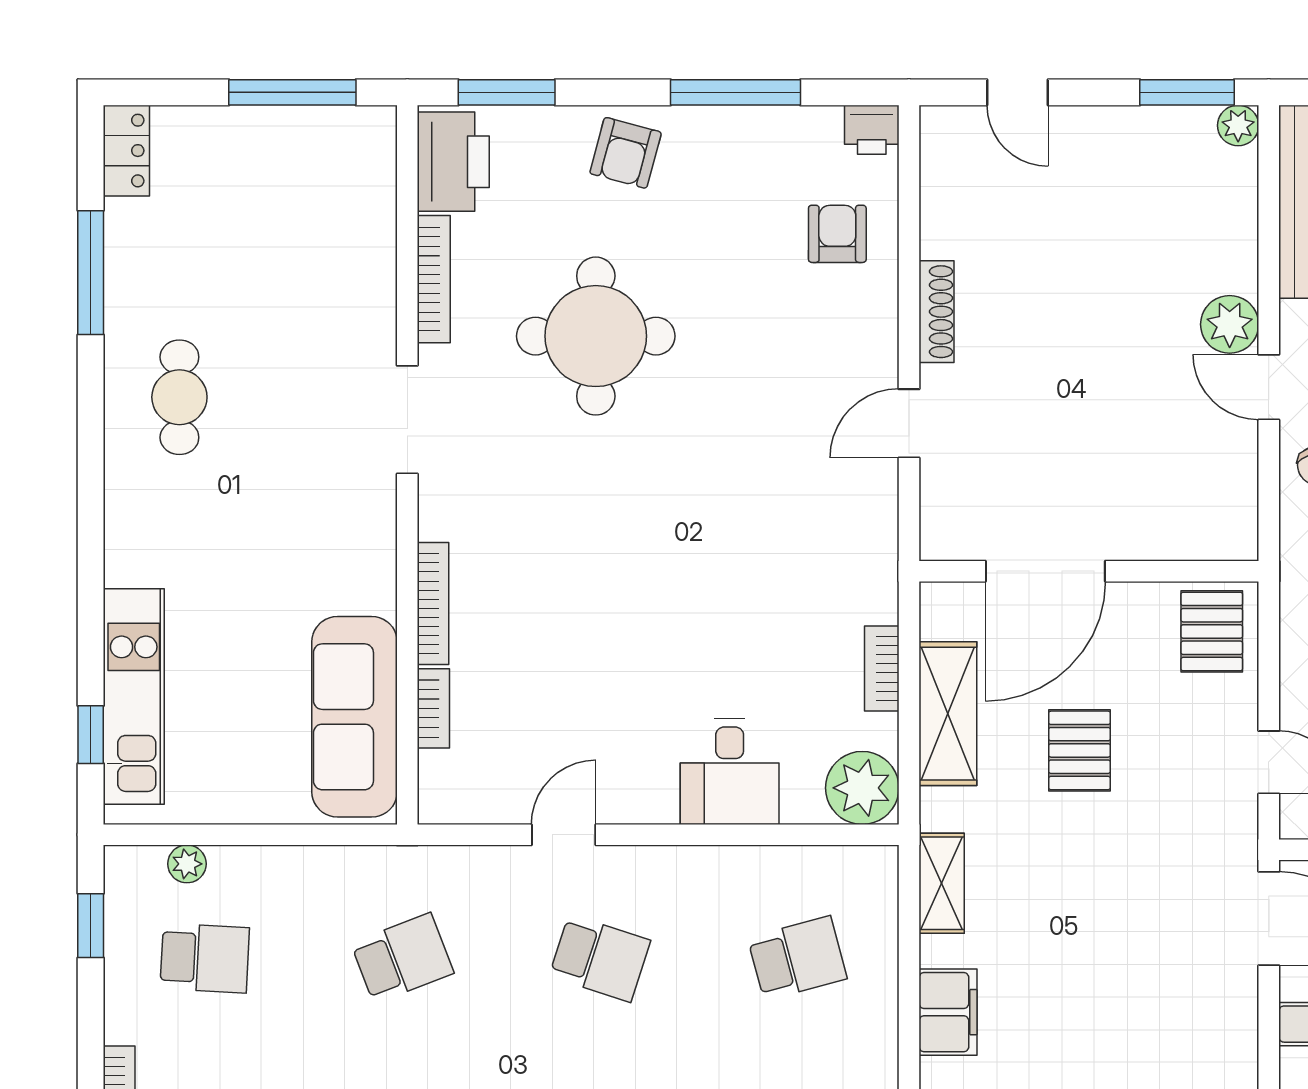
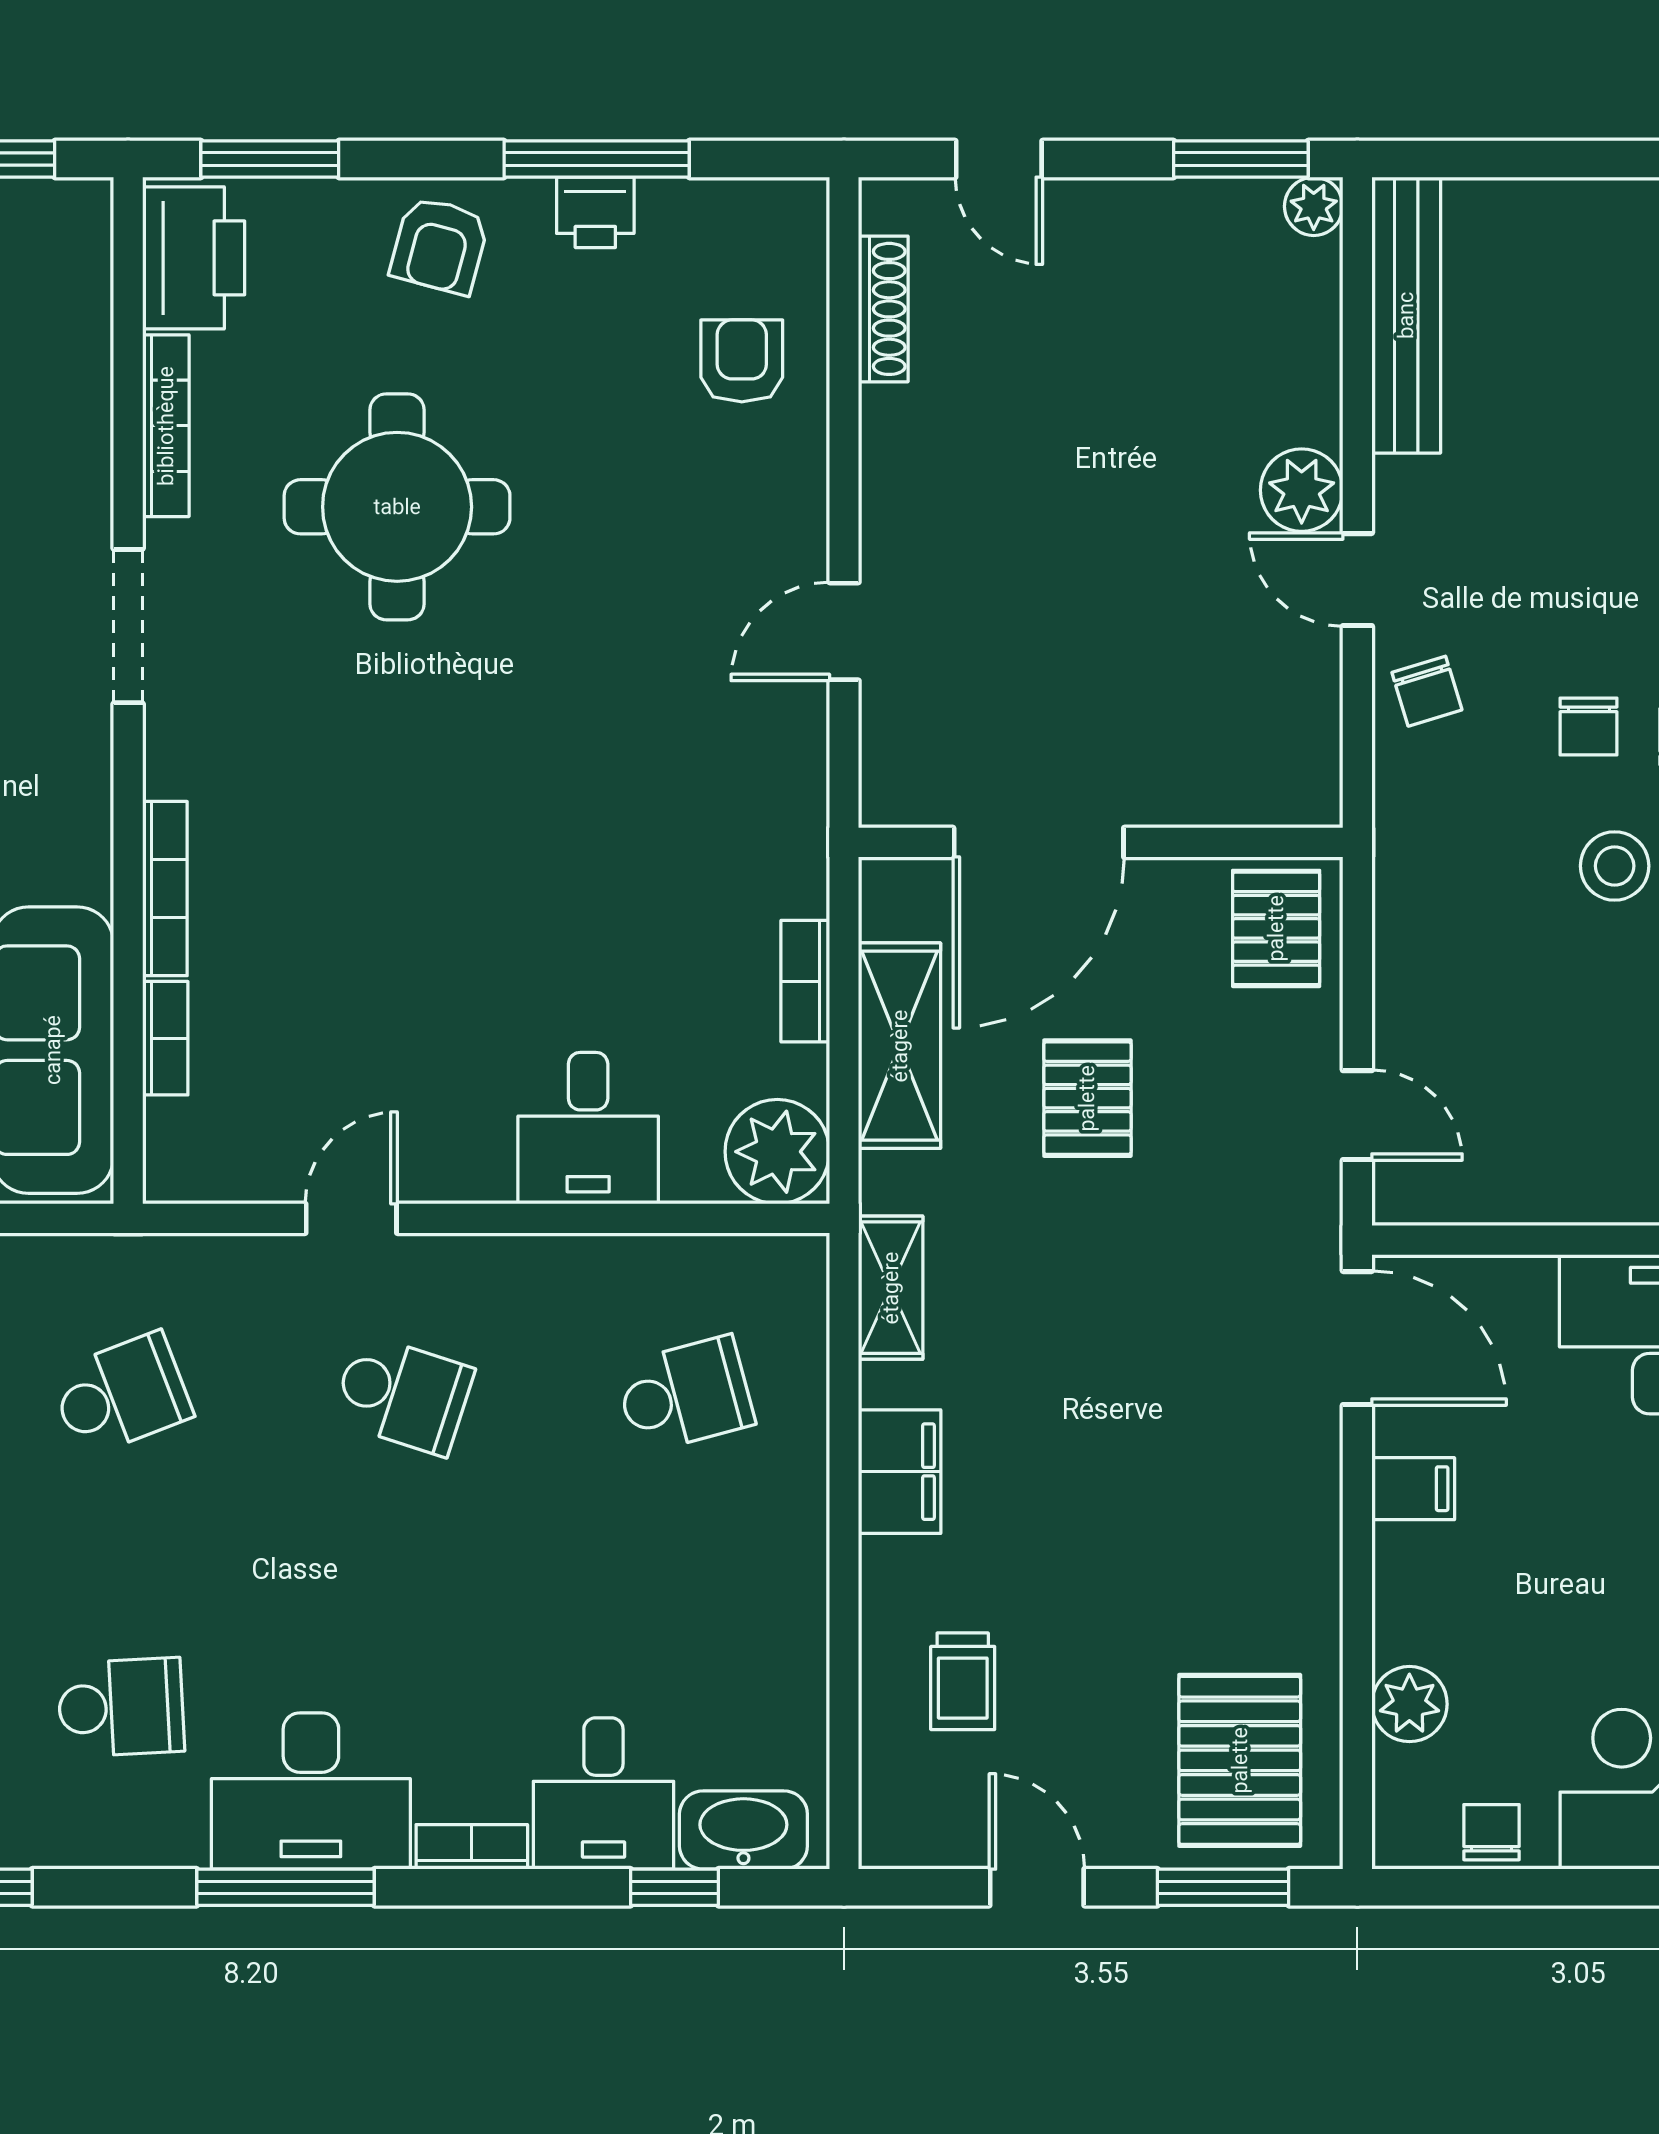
printer: (872, 130) -> (595, 212), moved
shoe rack: (936, 312) -> (883, 309), moved

